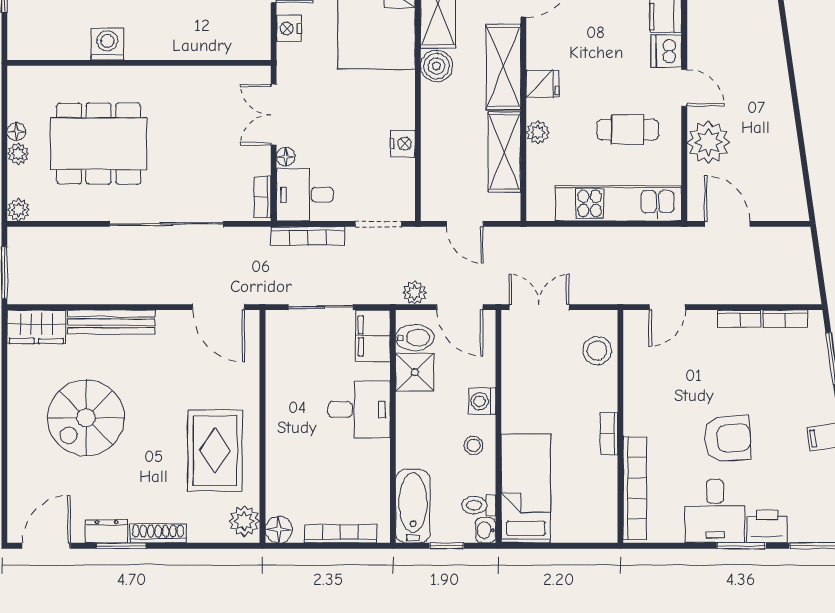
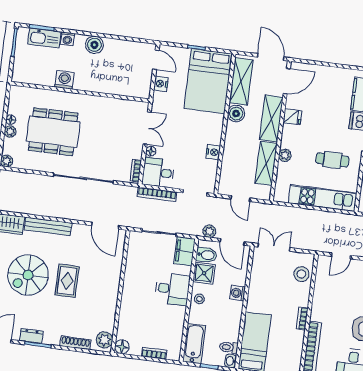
fridge: (542, 84) -> (292, 117), moved
double door: (274, 115) -> (147, 128), swing flipped
stool: (474, 445) -> (199, 299), moved
rug: (215, 451) -> (67, 281), moved, width x0.73, depth x0.70
shoe rack: (158, 533) -> (76, 343), moved
bookcase: (340, 534) -> (154, 353), width x0.64

